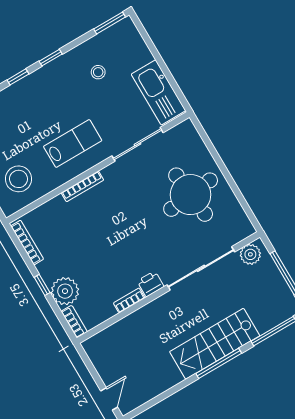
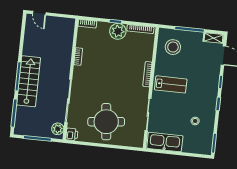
lab bench: (73, 143) -> (171, 84), turned -90
printer: (151, 284) -> (72, 134), moved
plant: (65, 291) -> (118, 31), moved

